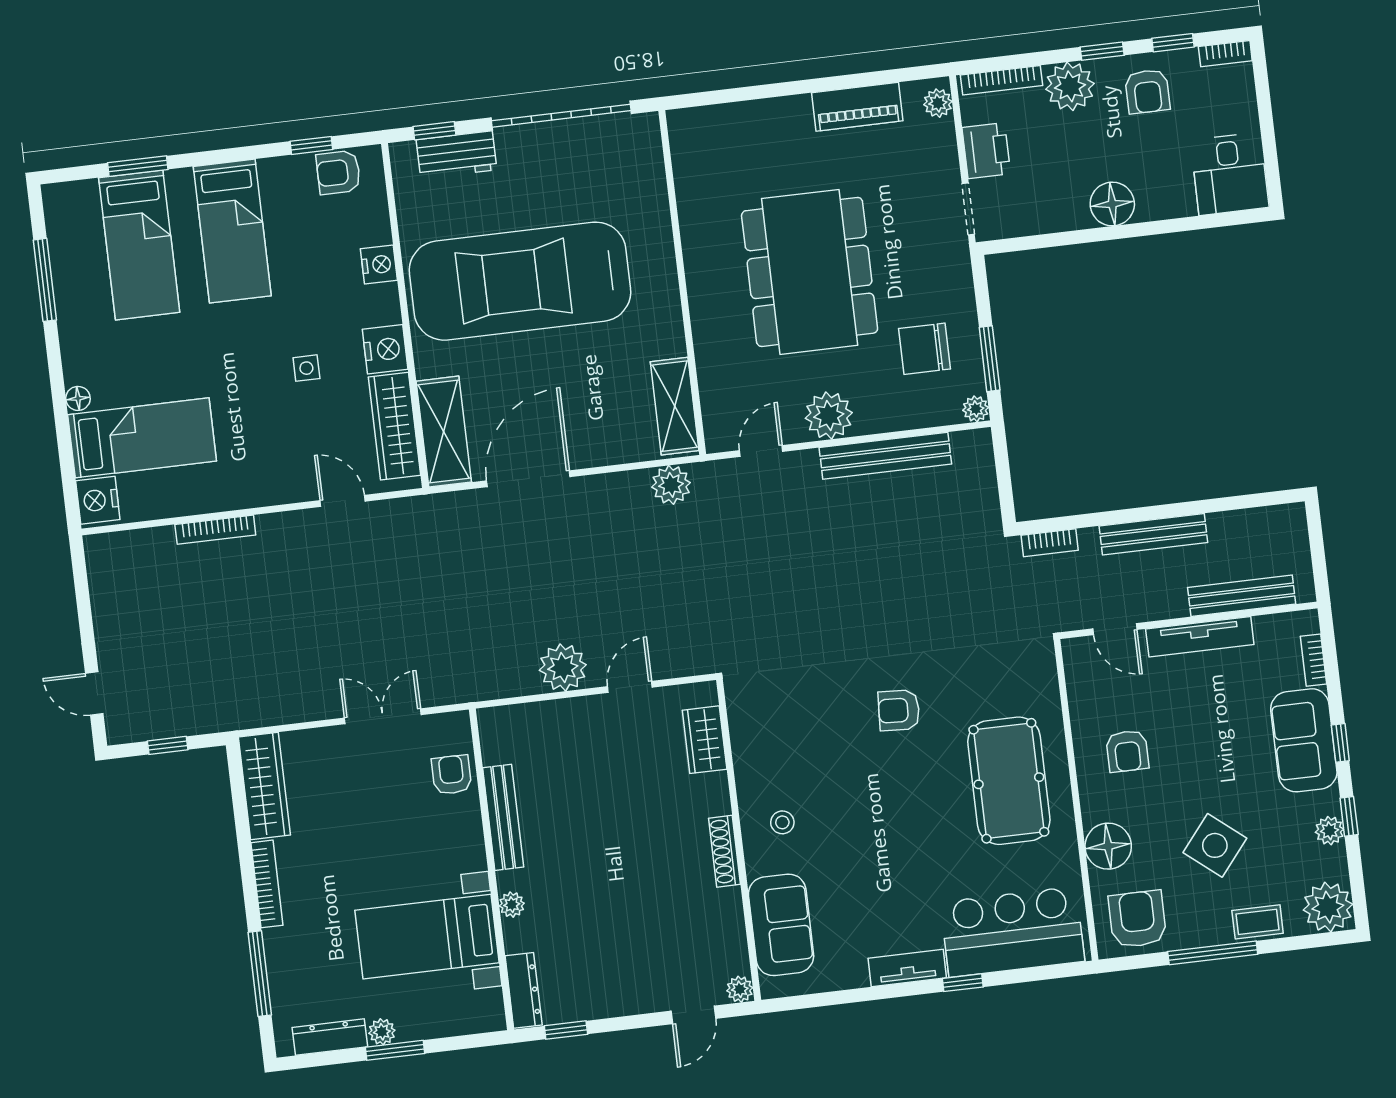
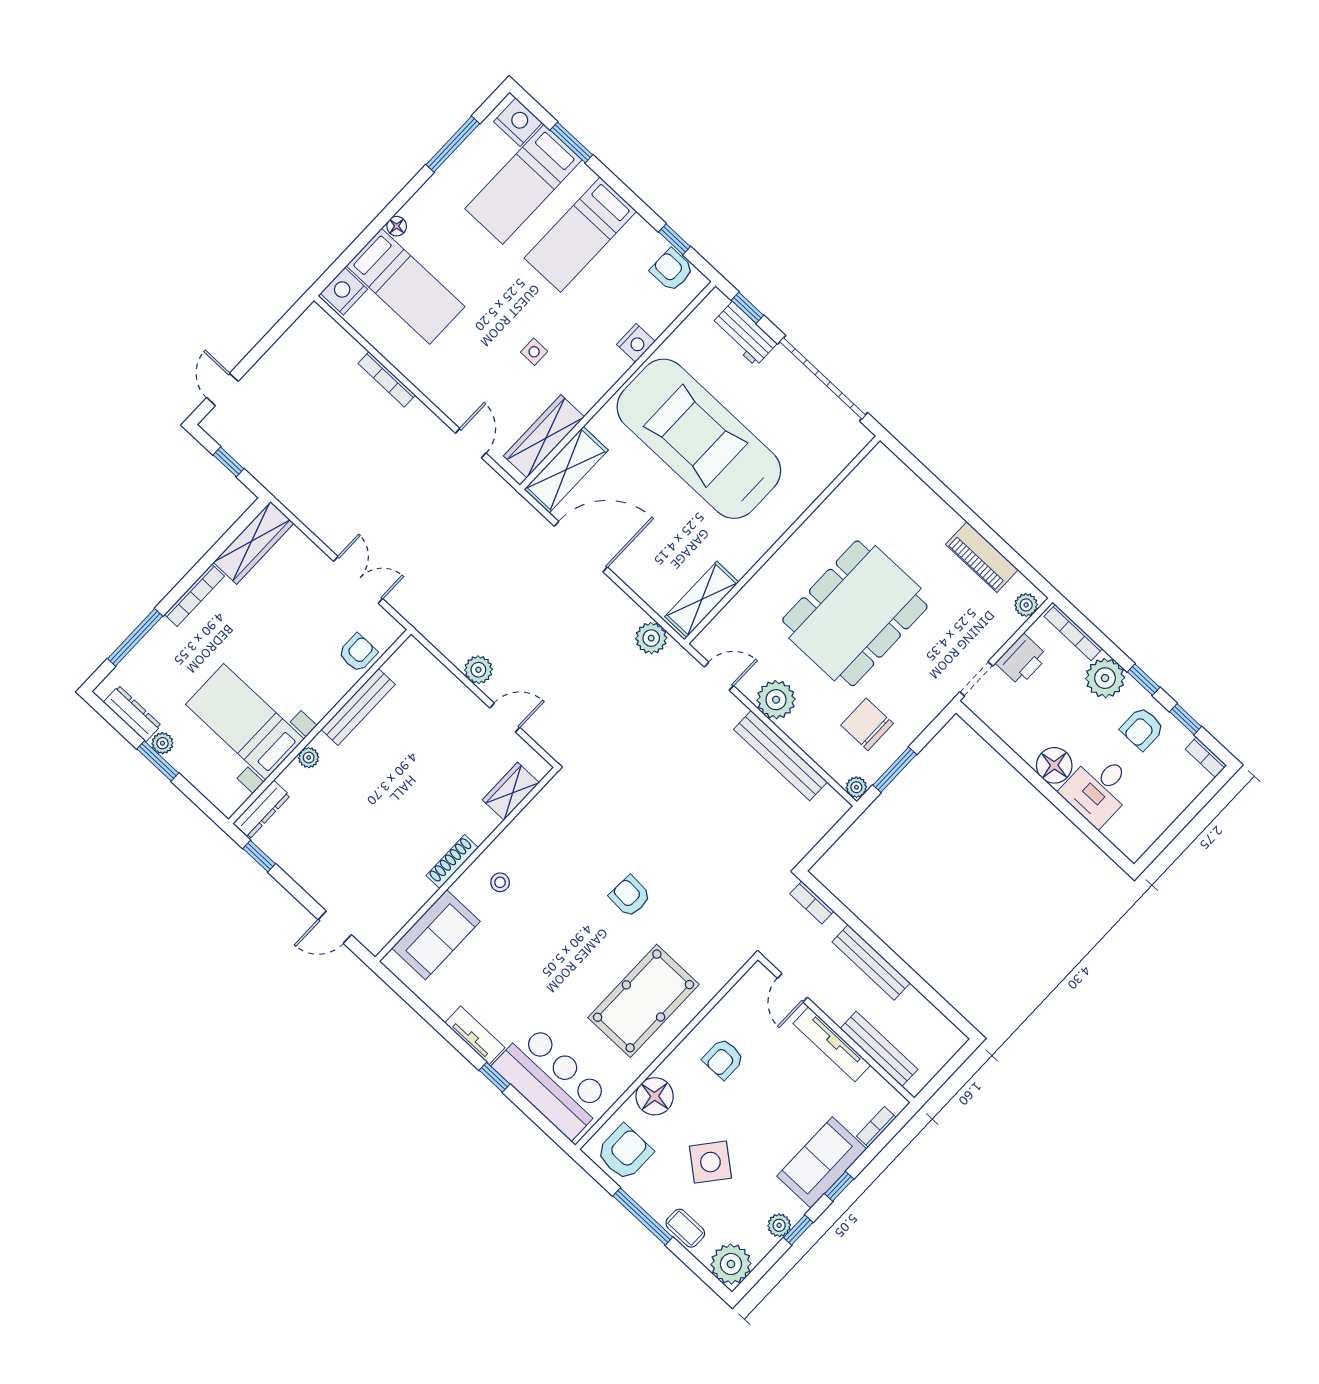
desk: (1230, 174) -> (1098, 789), moved
nightstand: (385, 349) -> (518, 122), moved, turned -90
plant: (563, 668) -> (478, 670), width x0.73, depth x0.73
plant: (740, 989) -> (375, 943), removed

